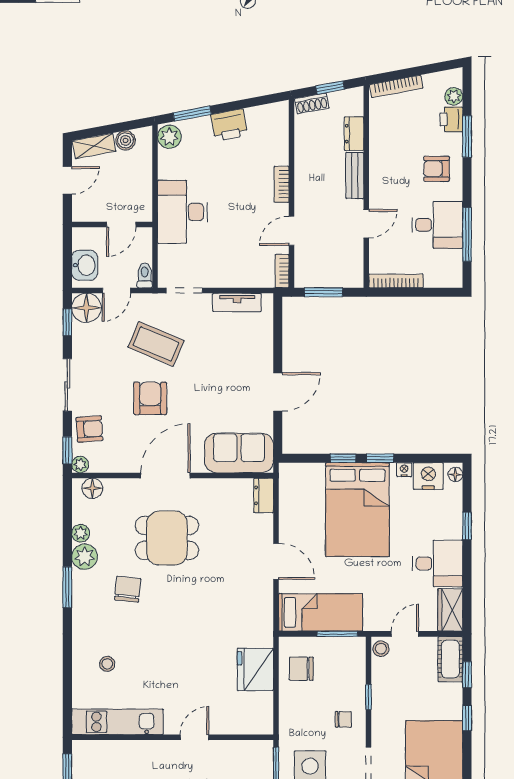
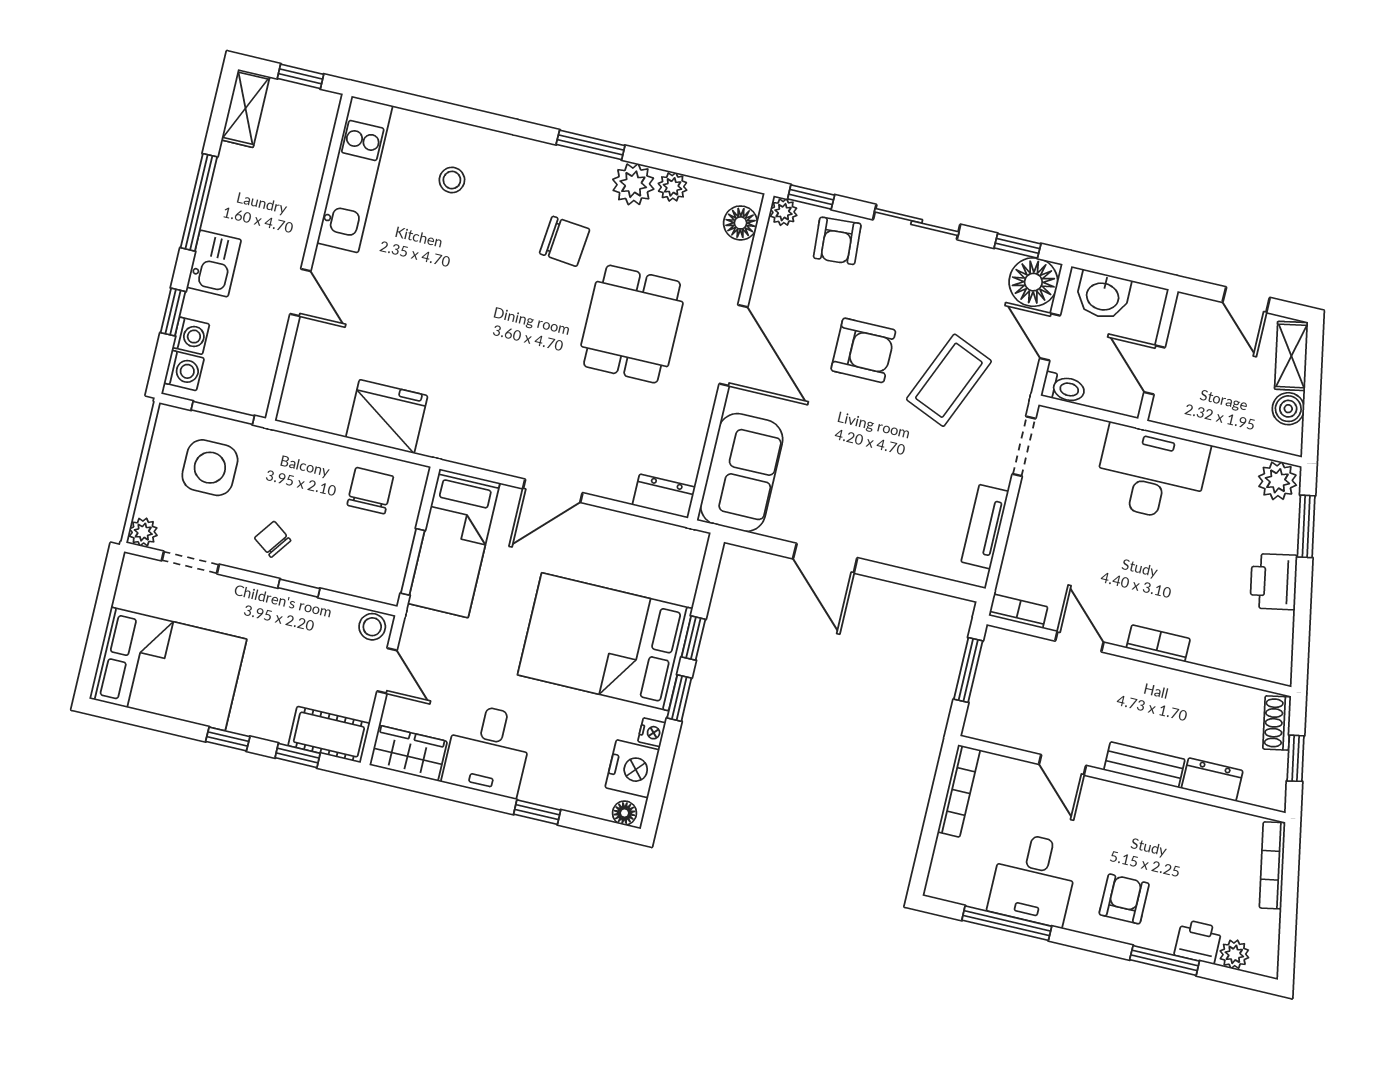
chair: (343, 719) -> (273, 539), turned 126

